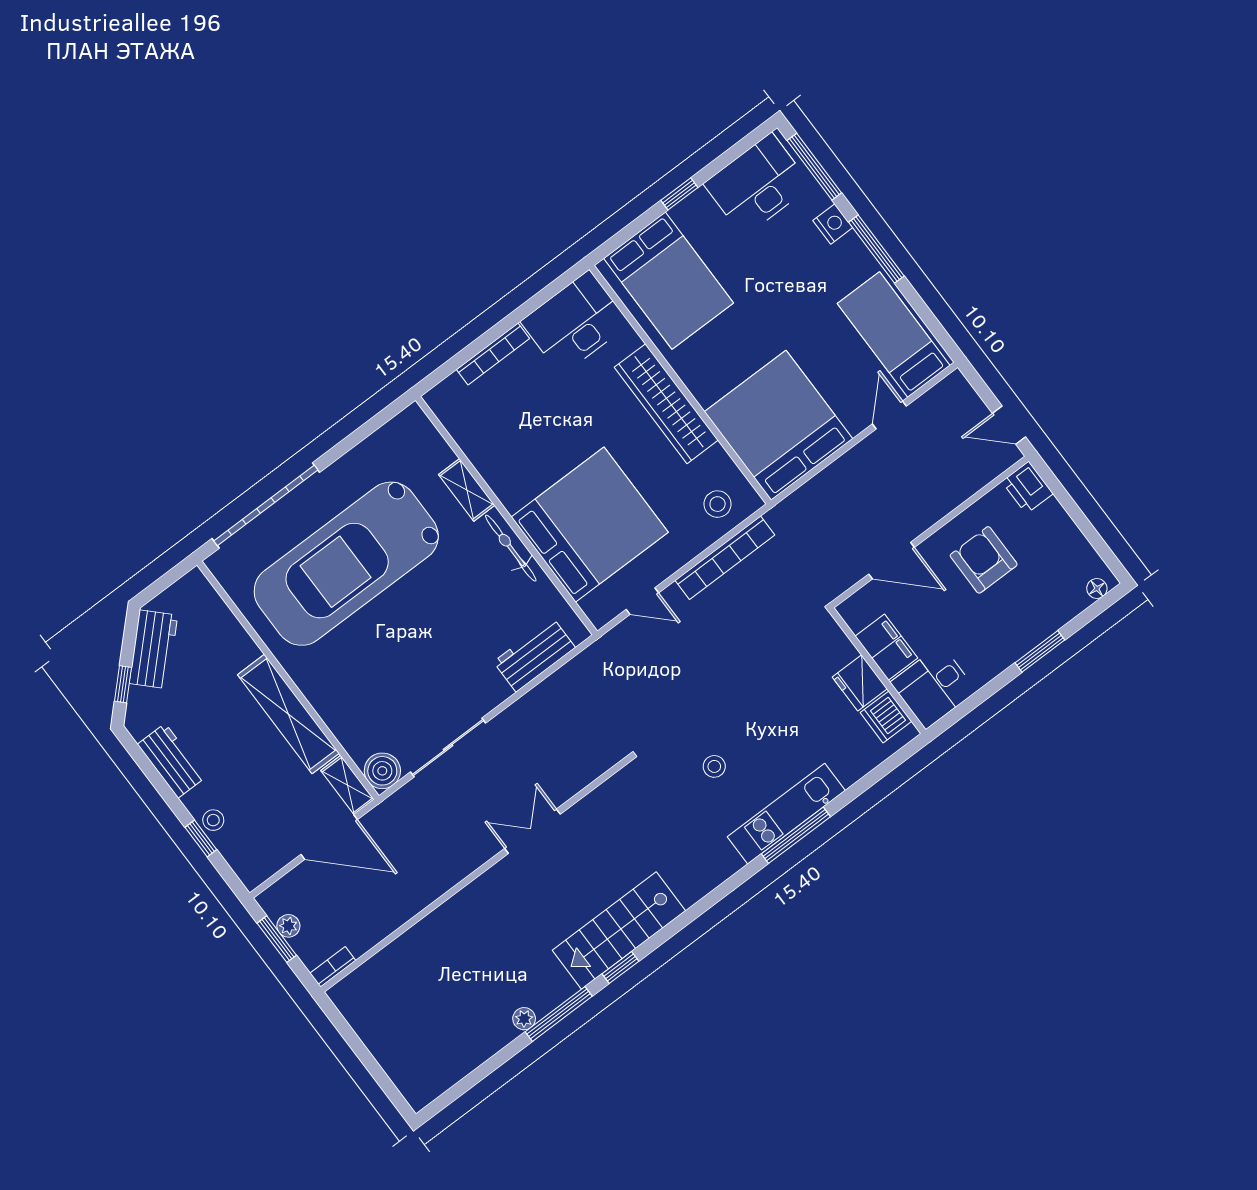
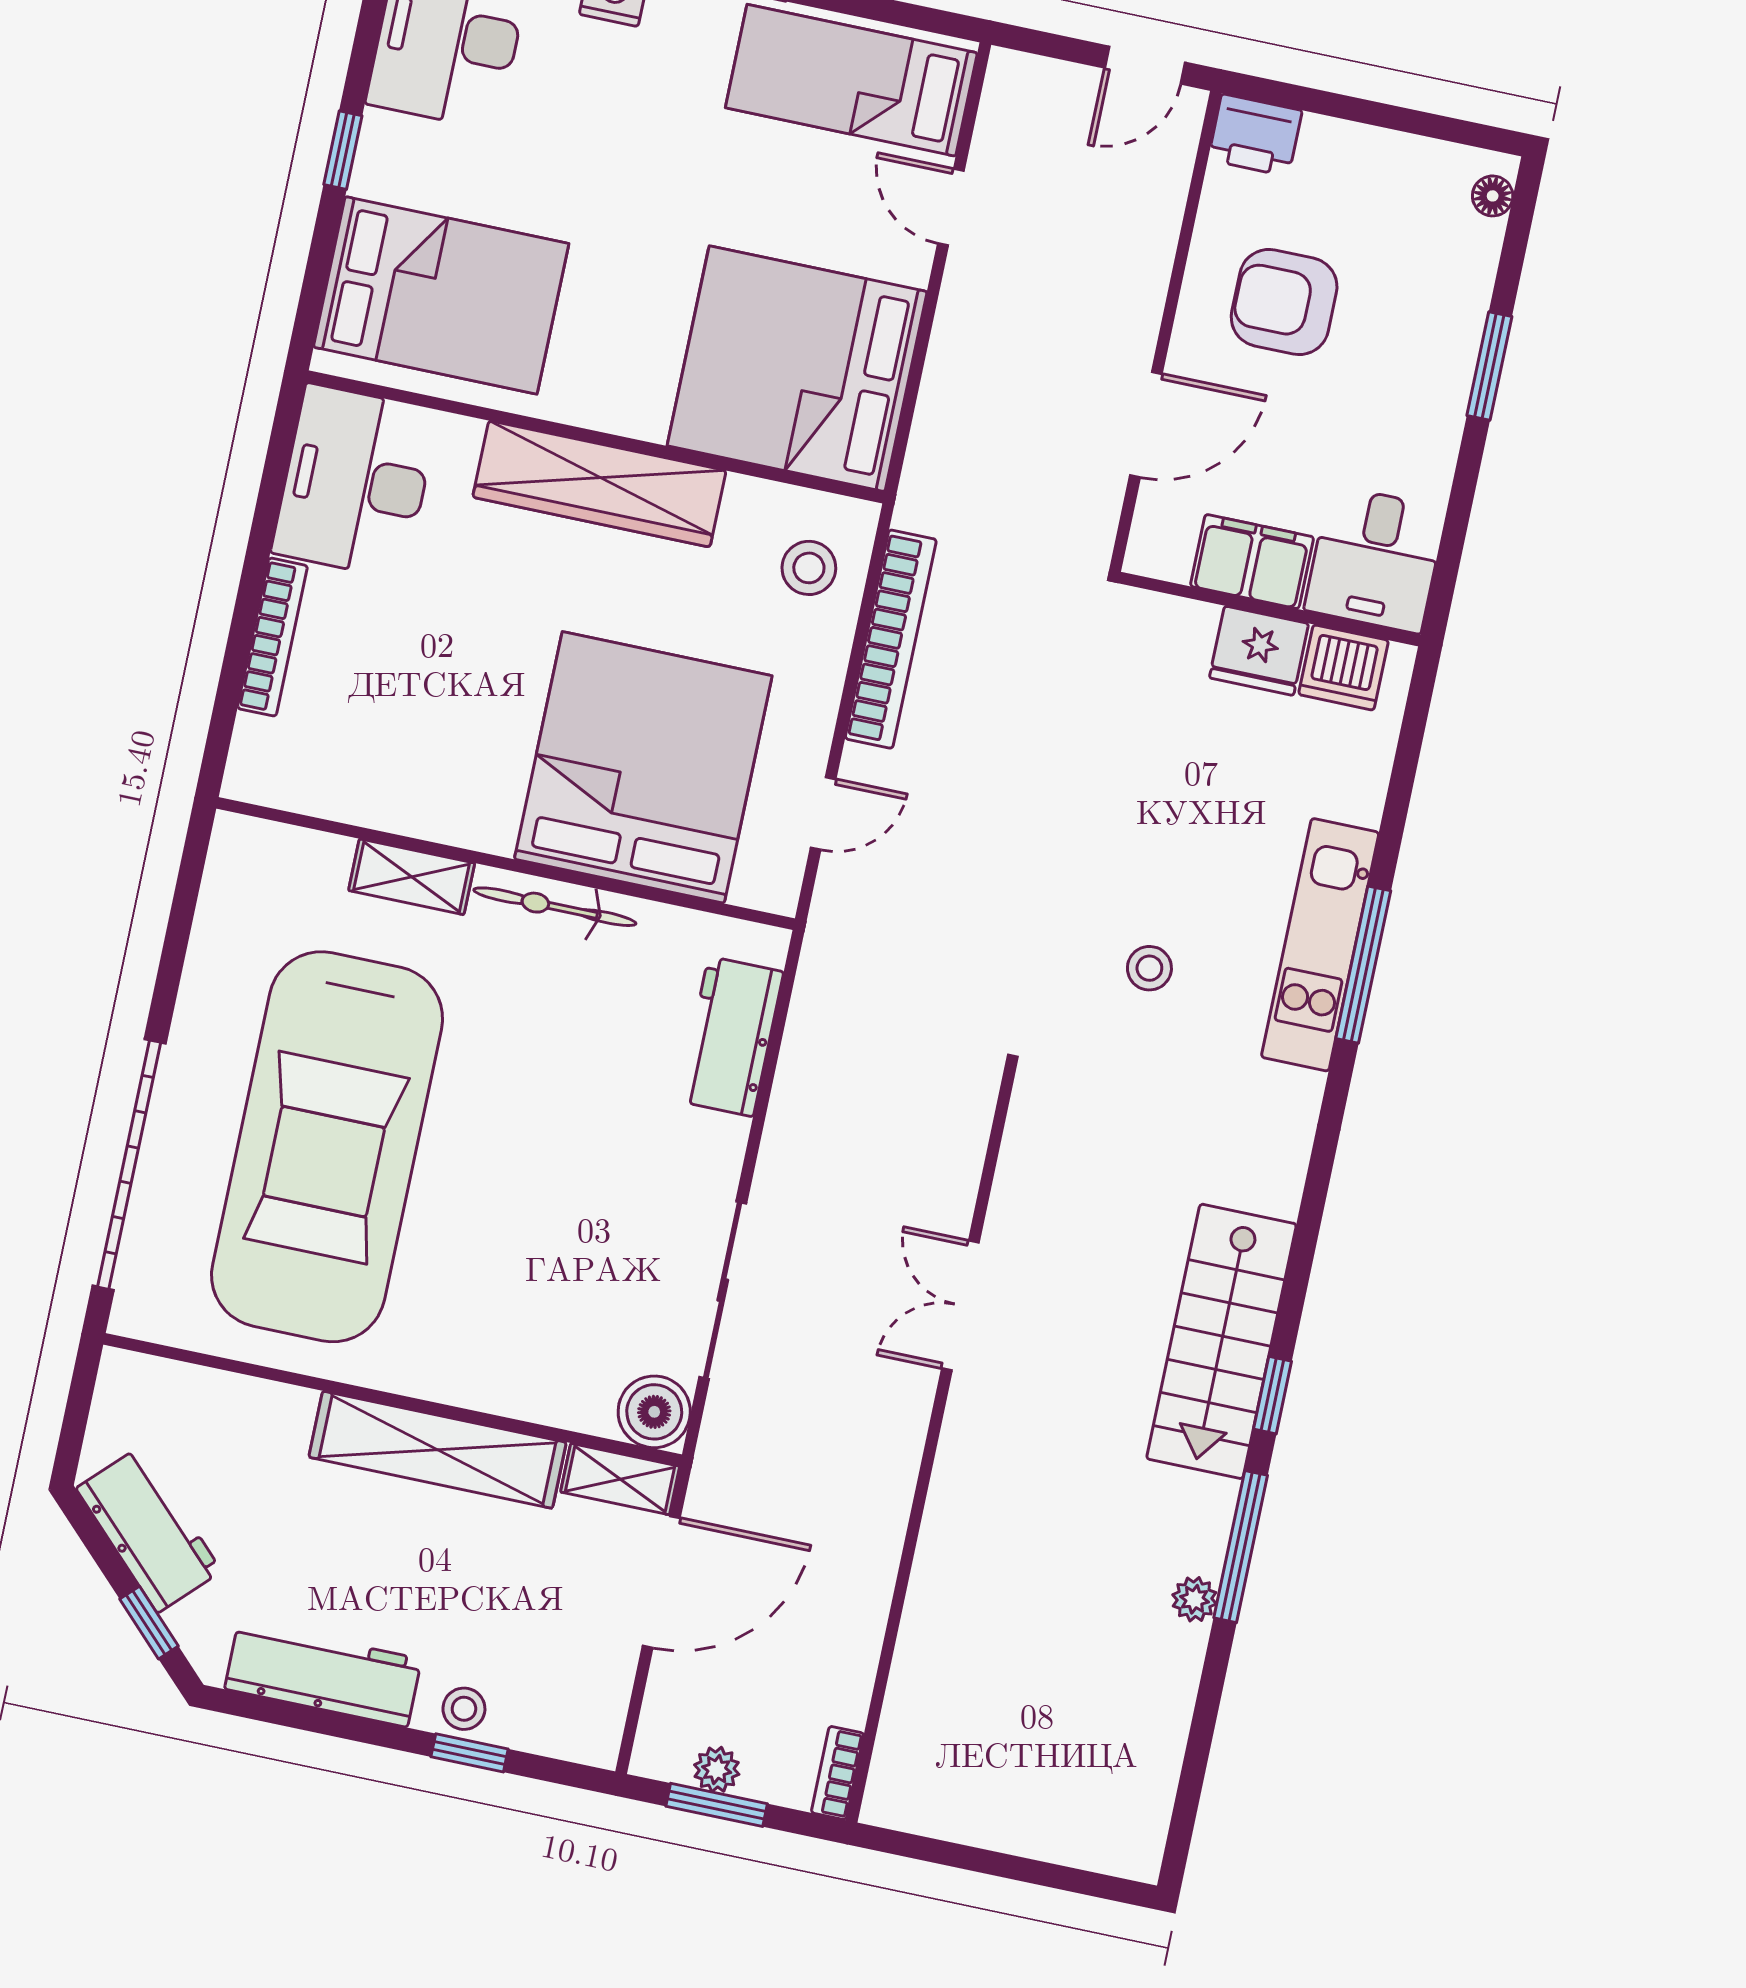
workbench: (172, 761) -> (323, 1674), width x1.37

